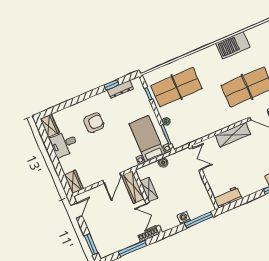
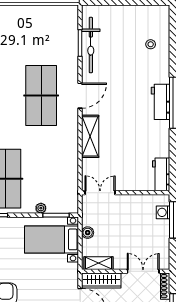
shelving: (149, 190) -> (99, 263), moved
double door: (153, 214) -> (143, 271), swing flipped
washing machine: (184, 218) -> (163, 212), moved

